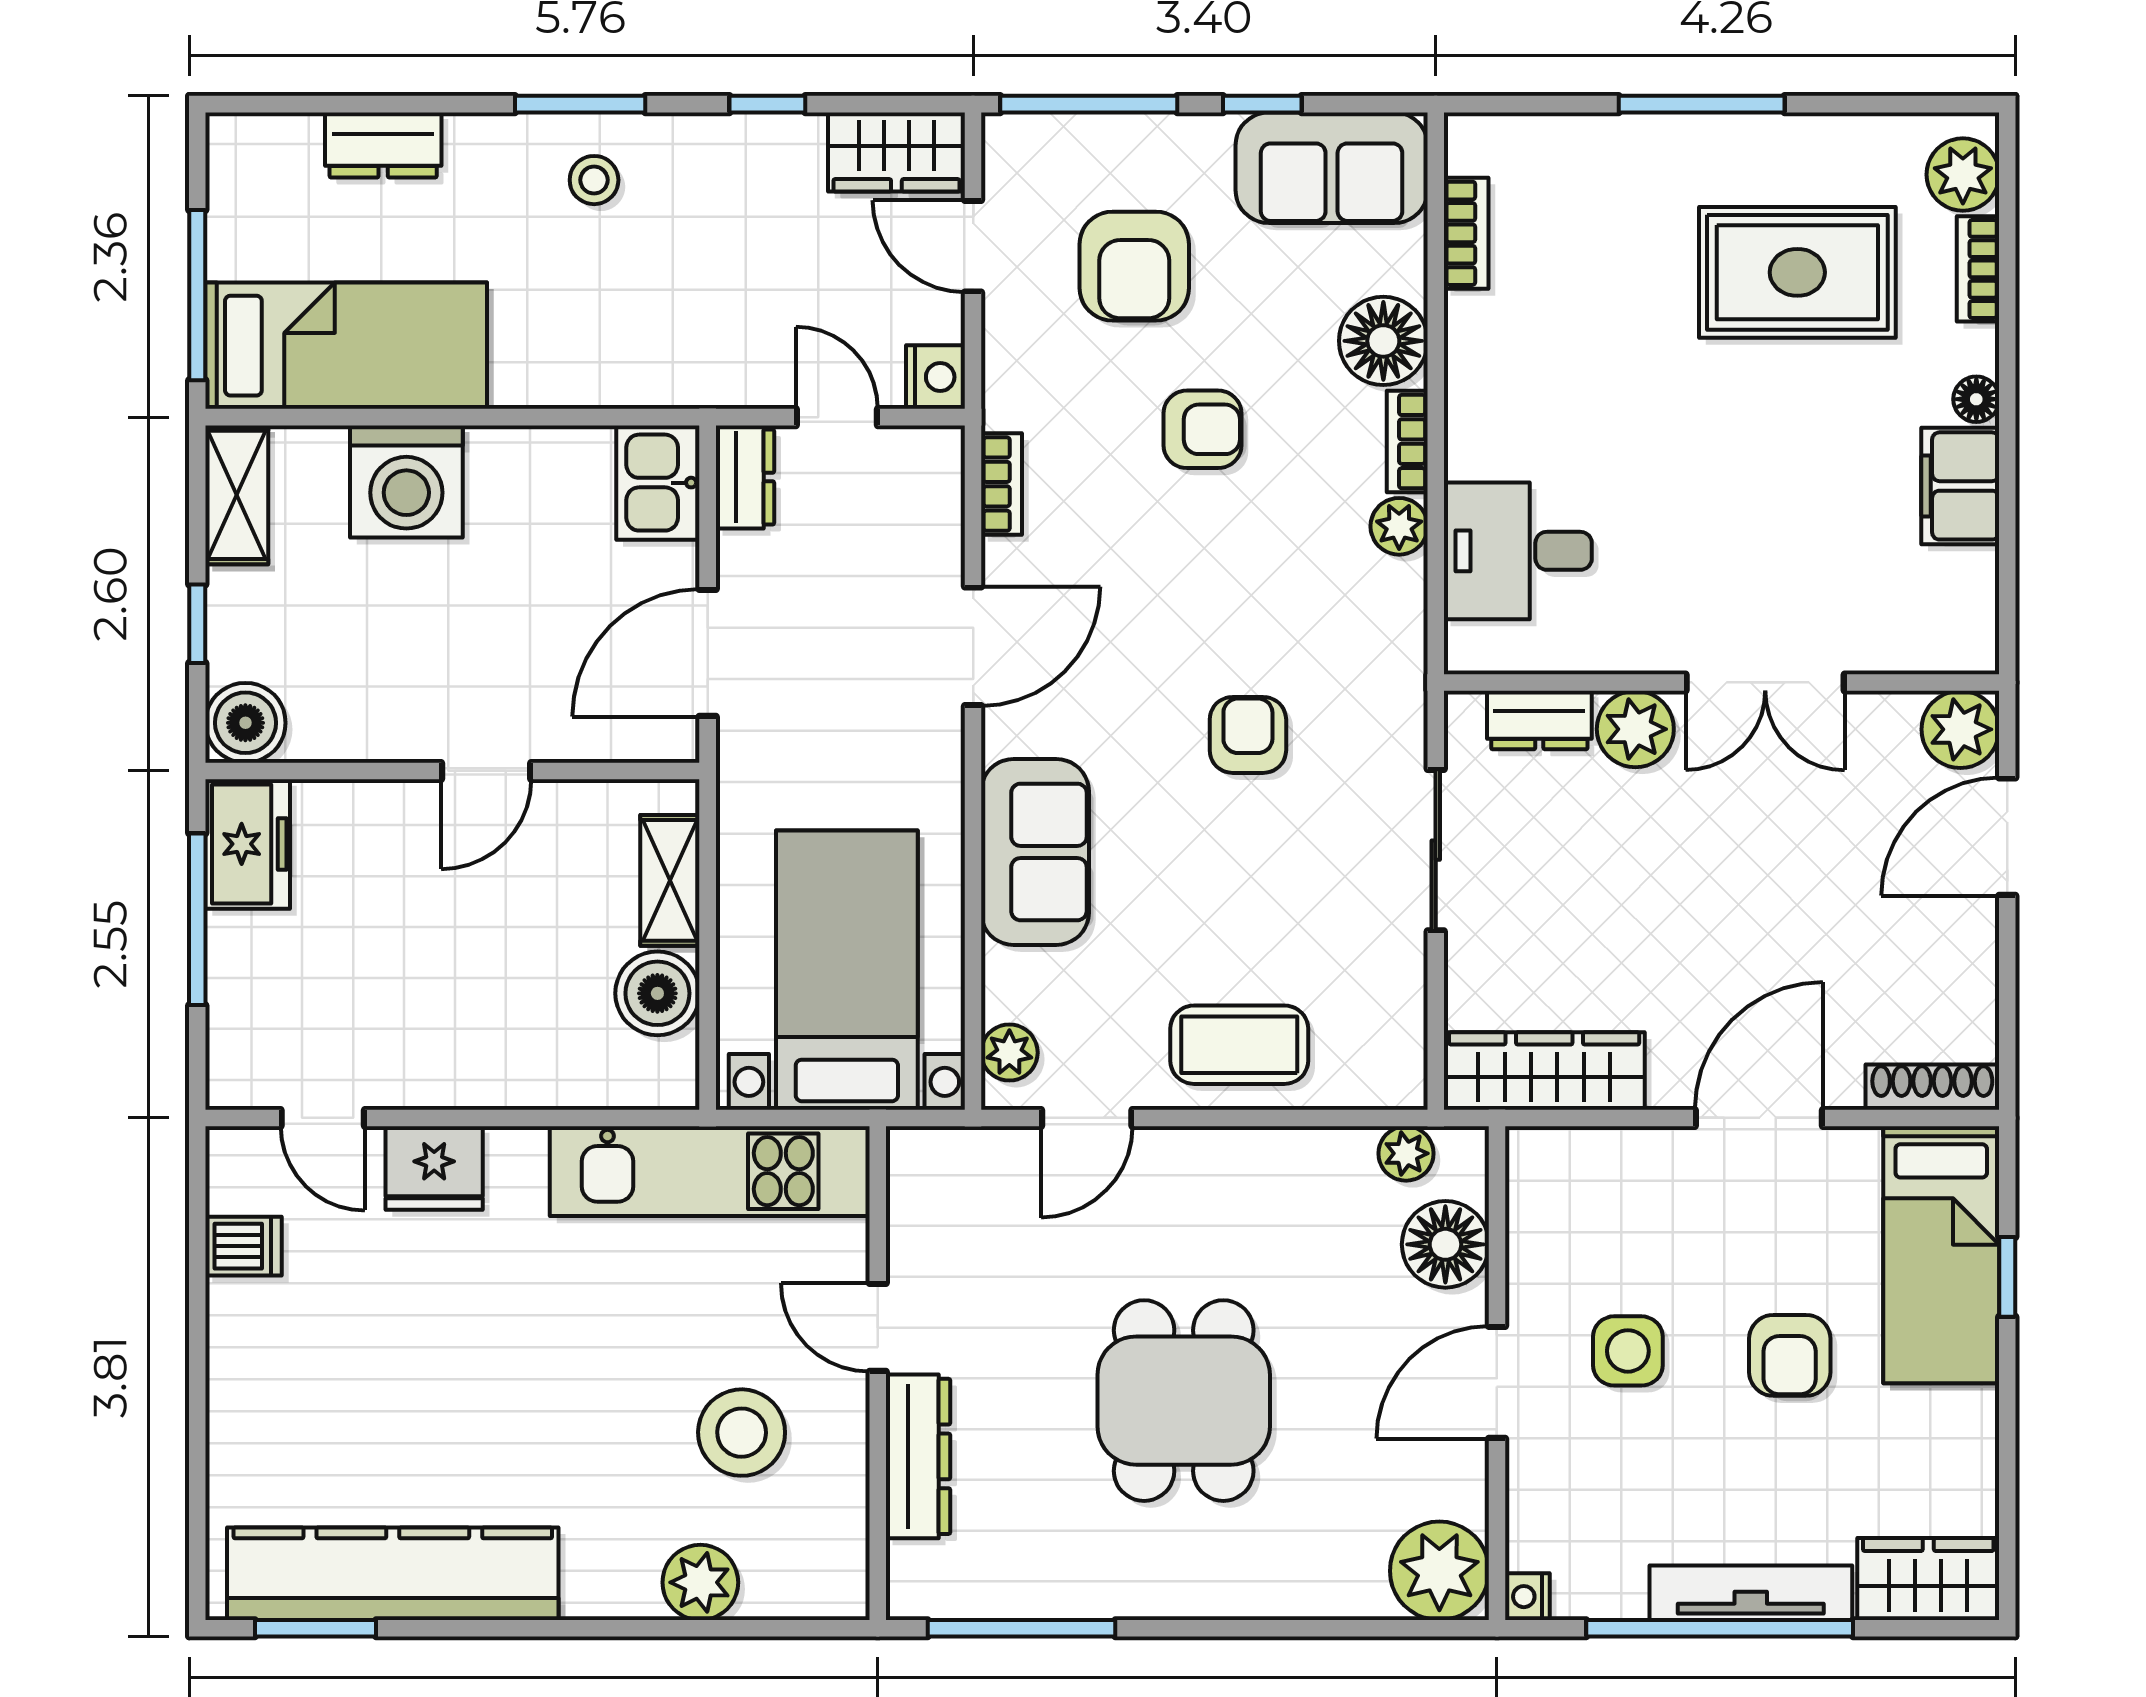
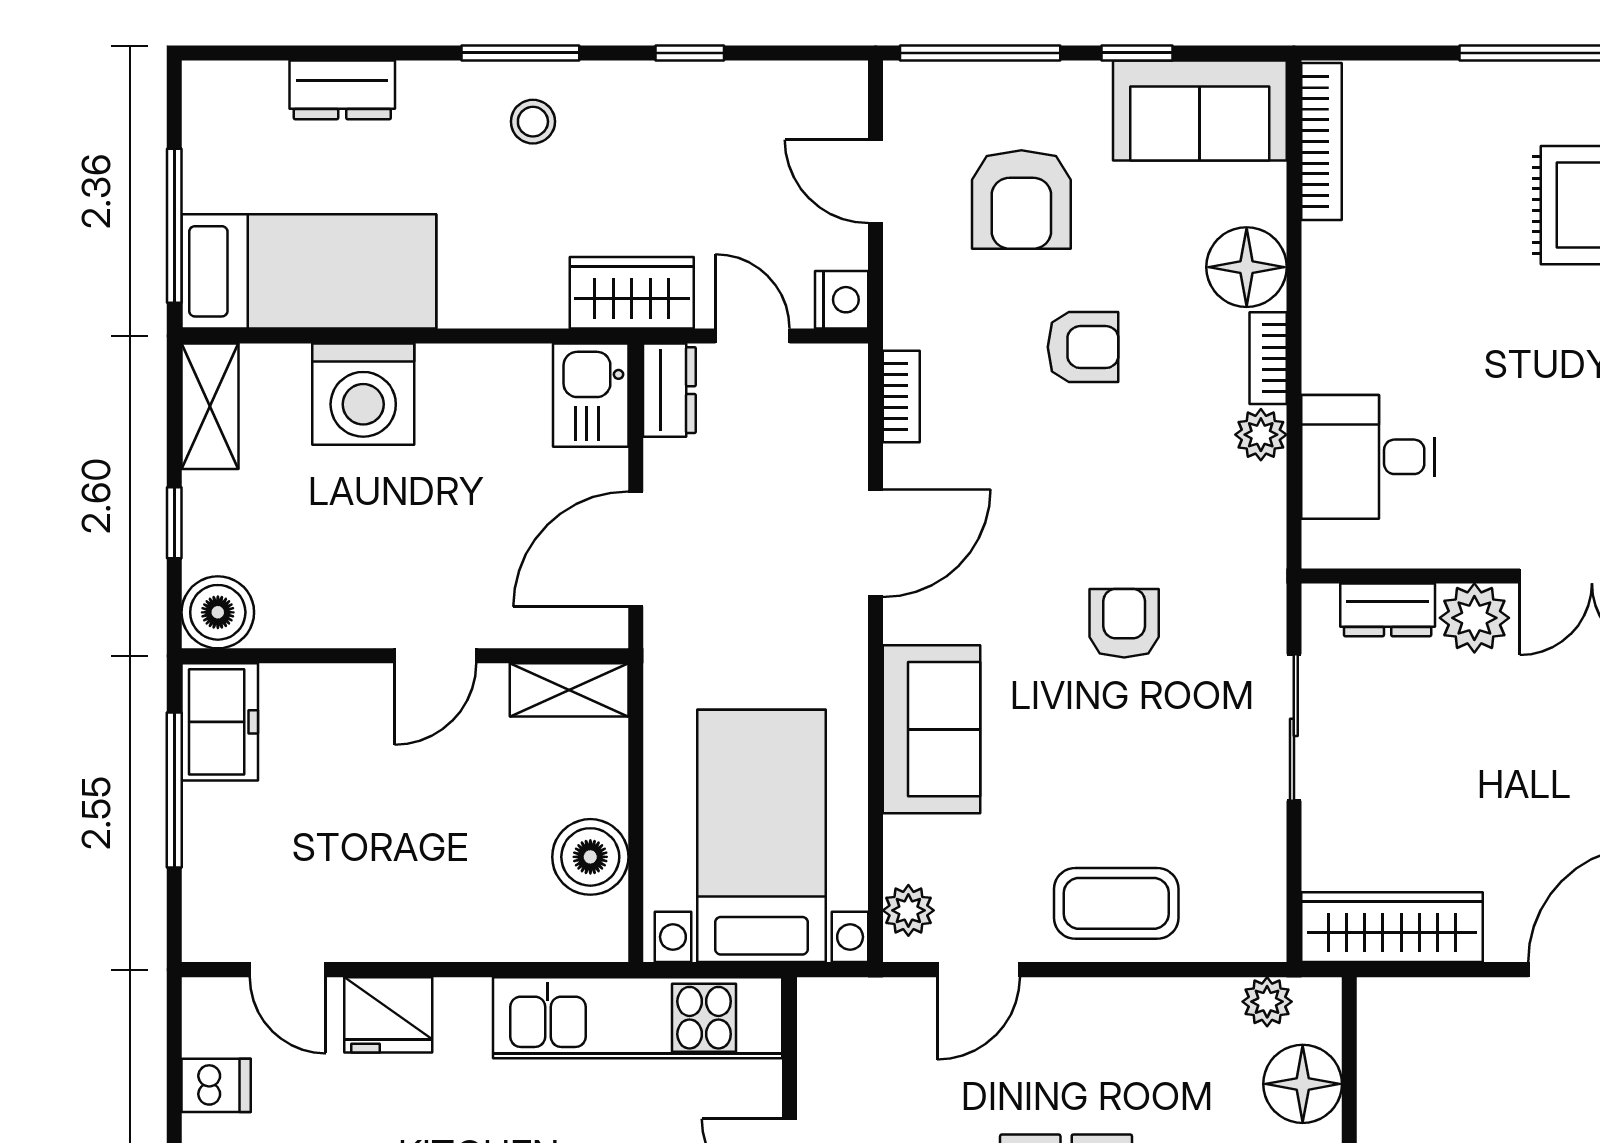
wardrobe: (896, 152) -> (632, 293), moved, turned 180
bookcase: (1466, 233) -> (1321, 141), width x1.56
shelving: (670, 880) -> (569, 690), moved, turned 90

